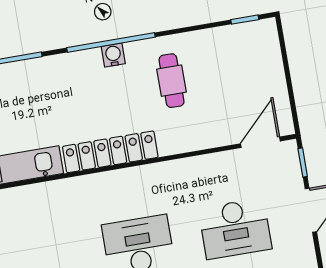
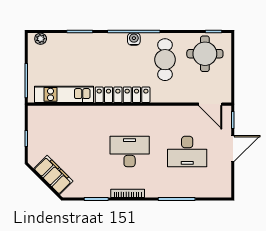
round table: (237, 59) -> (205, 54), added
cafe table: (172, 81) -> (165, 60), width x1.37, depth x1.35
door: (260, 142) -> (210, 104), swing flipped

